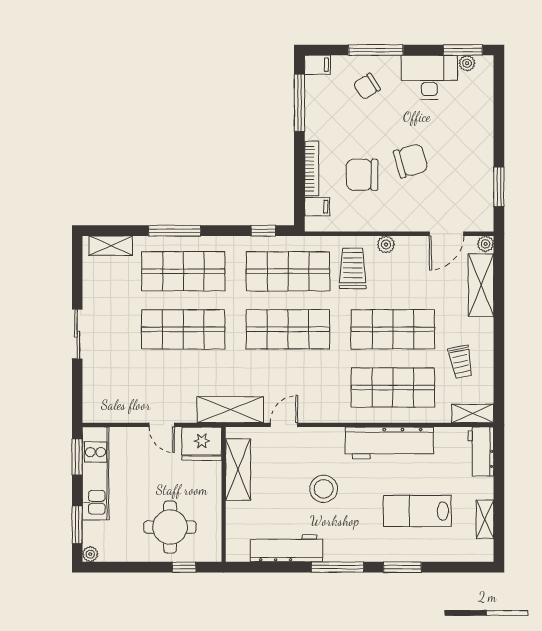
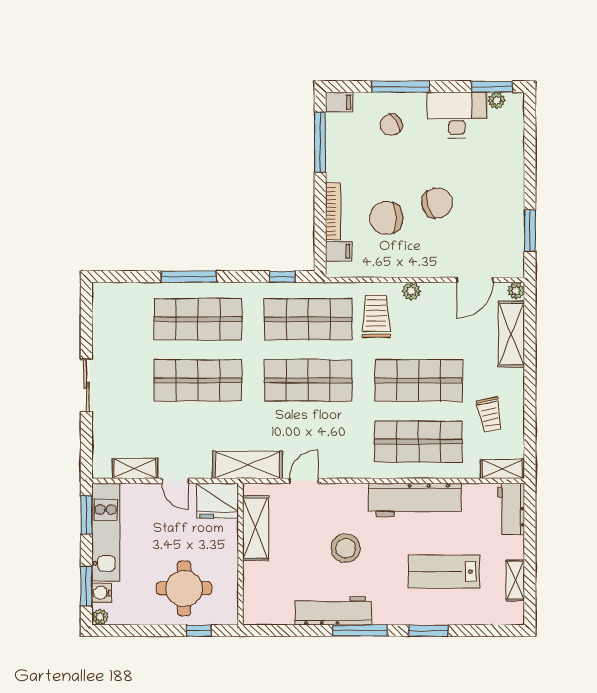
shelving: (111, 246) -> (135, 468), moved
water cooler: (92, 531) -> (102, 593), added
workbench: (286, 548) -> (333, 611), moved

